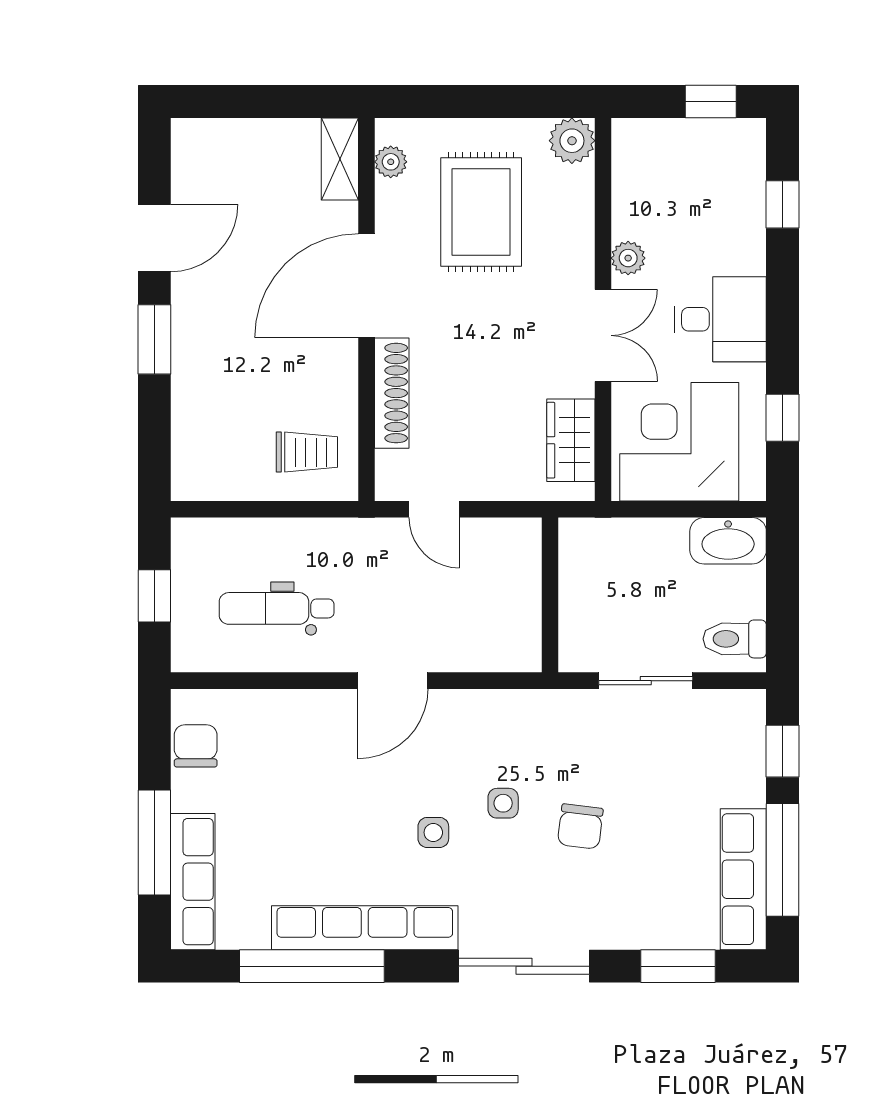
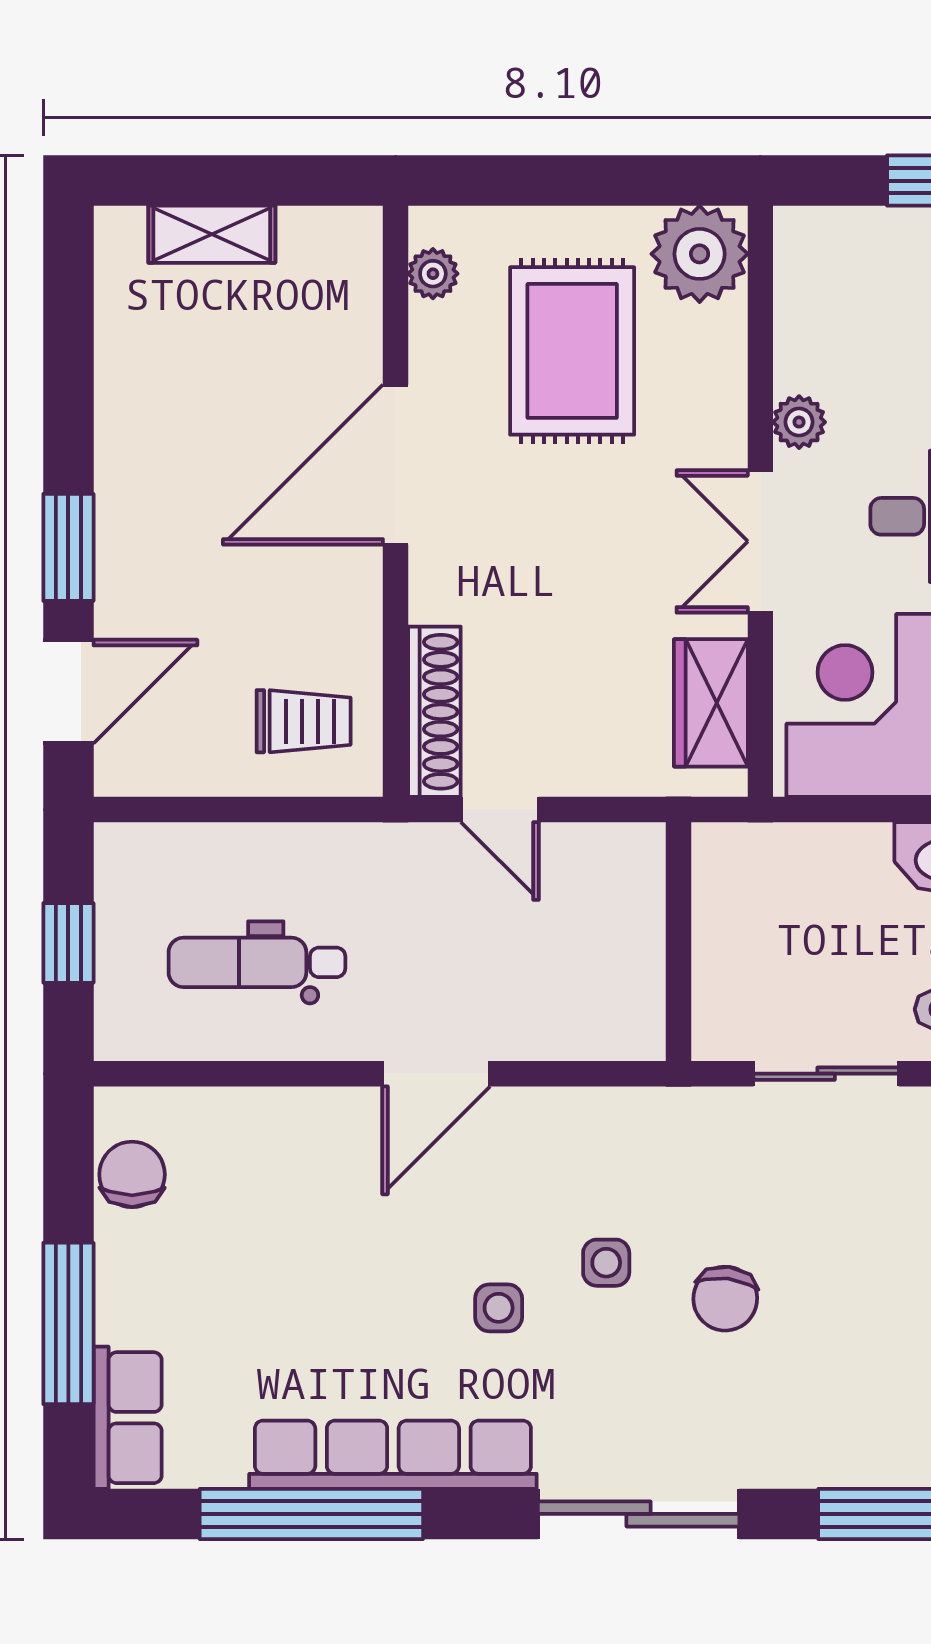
plant: (572, 141) -> (700, 254), width x1.36, depth x1.36
shelving: (340, 159) -> (212, 234), moved, turned 90
door: (154, 238) -> (68, 692), moved
double door: (603, 335) -> (760, 541), swing flipped
shoe rack: (392, 393) -> (434, 712), moved
row of seats: (193, 882) -> (128, 1418), width x0.68

